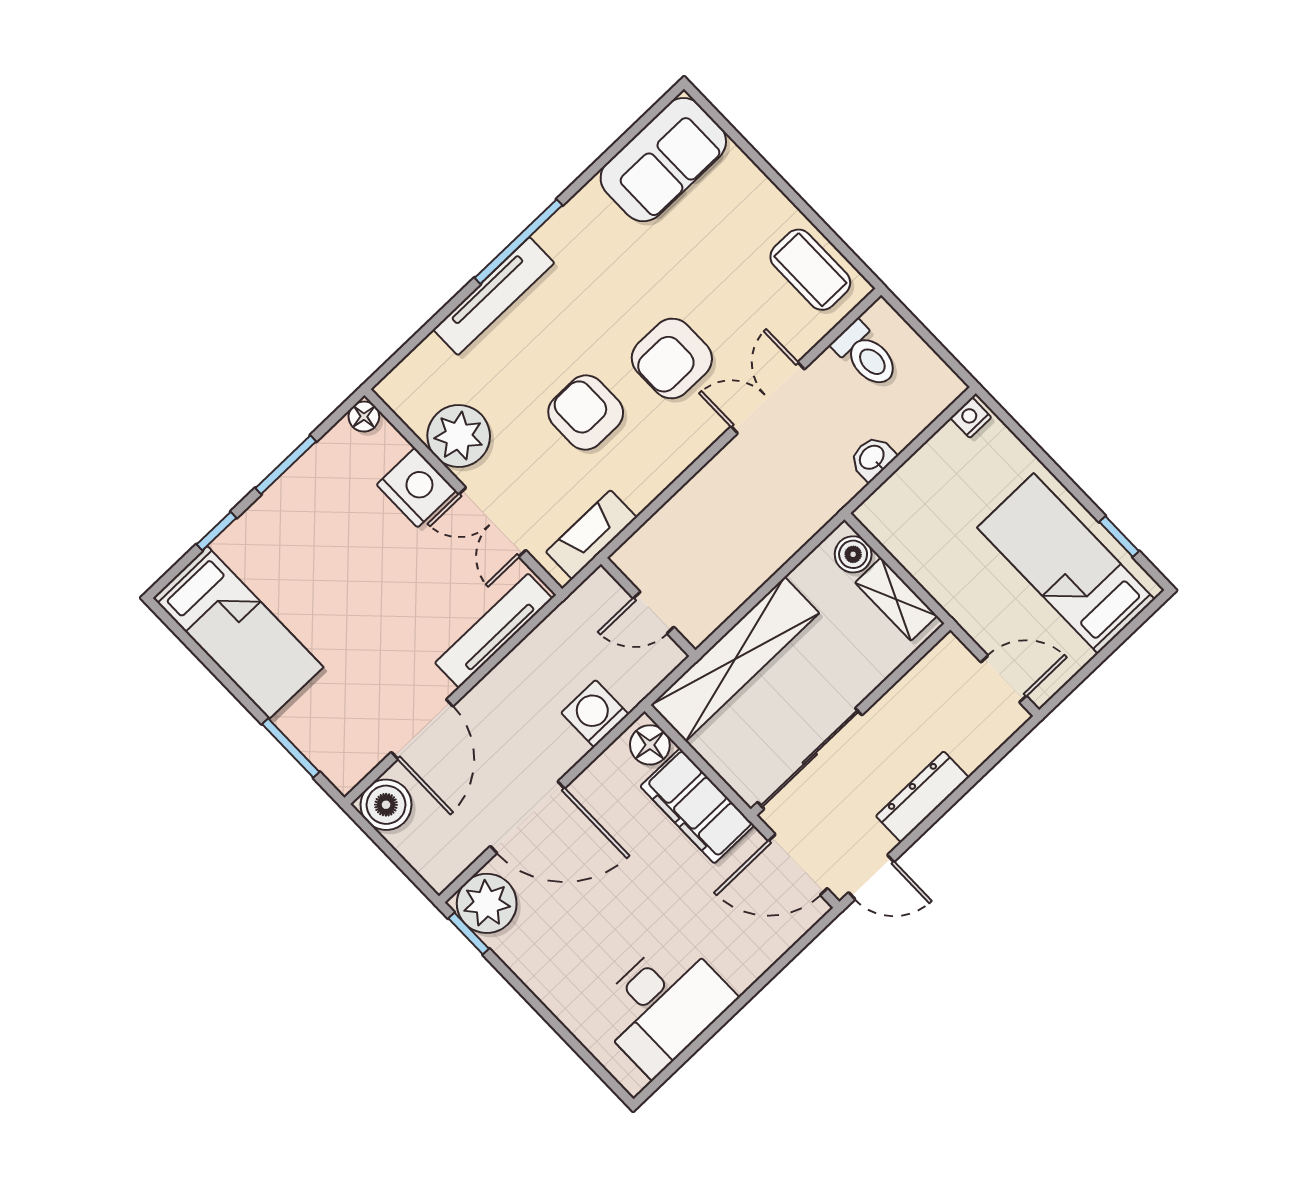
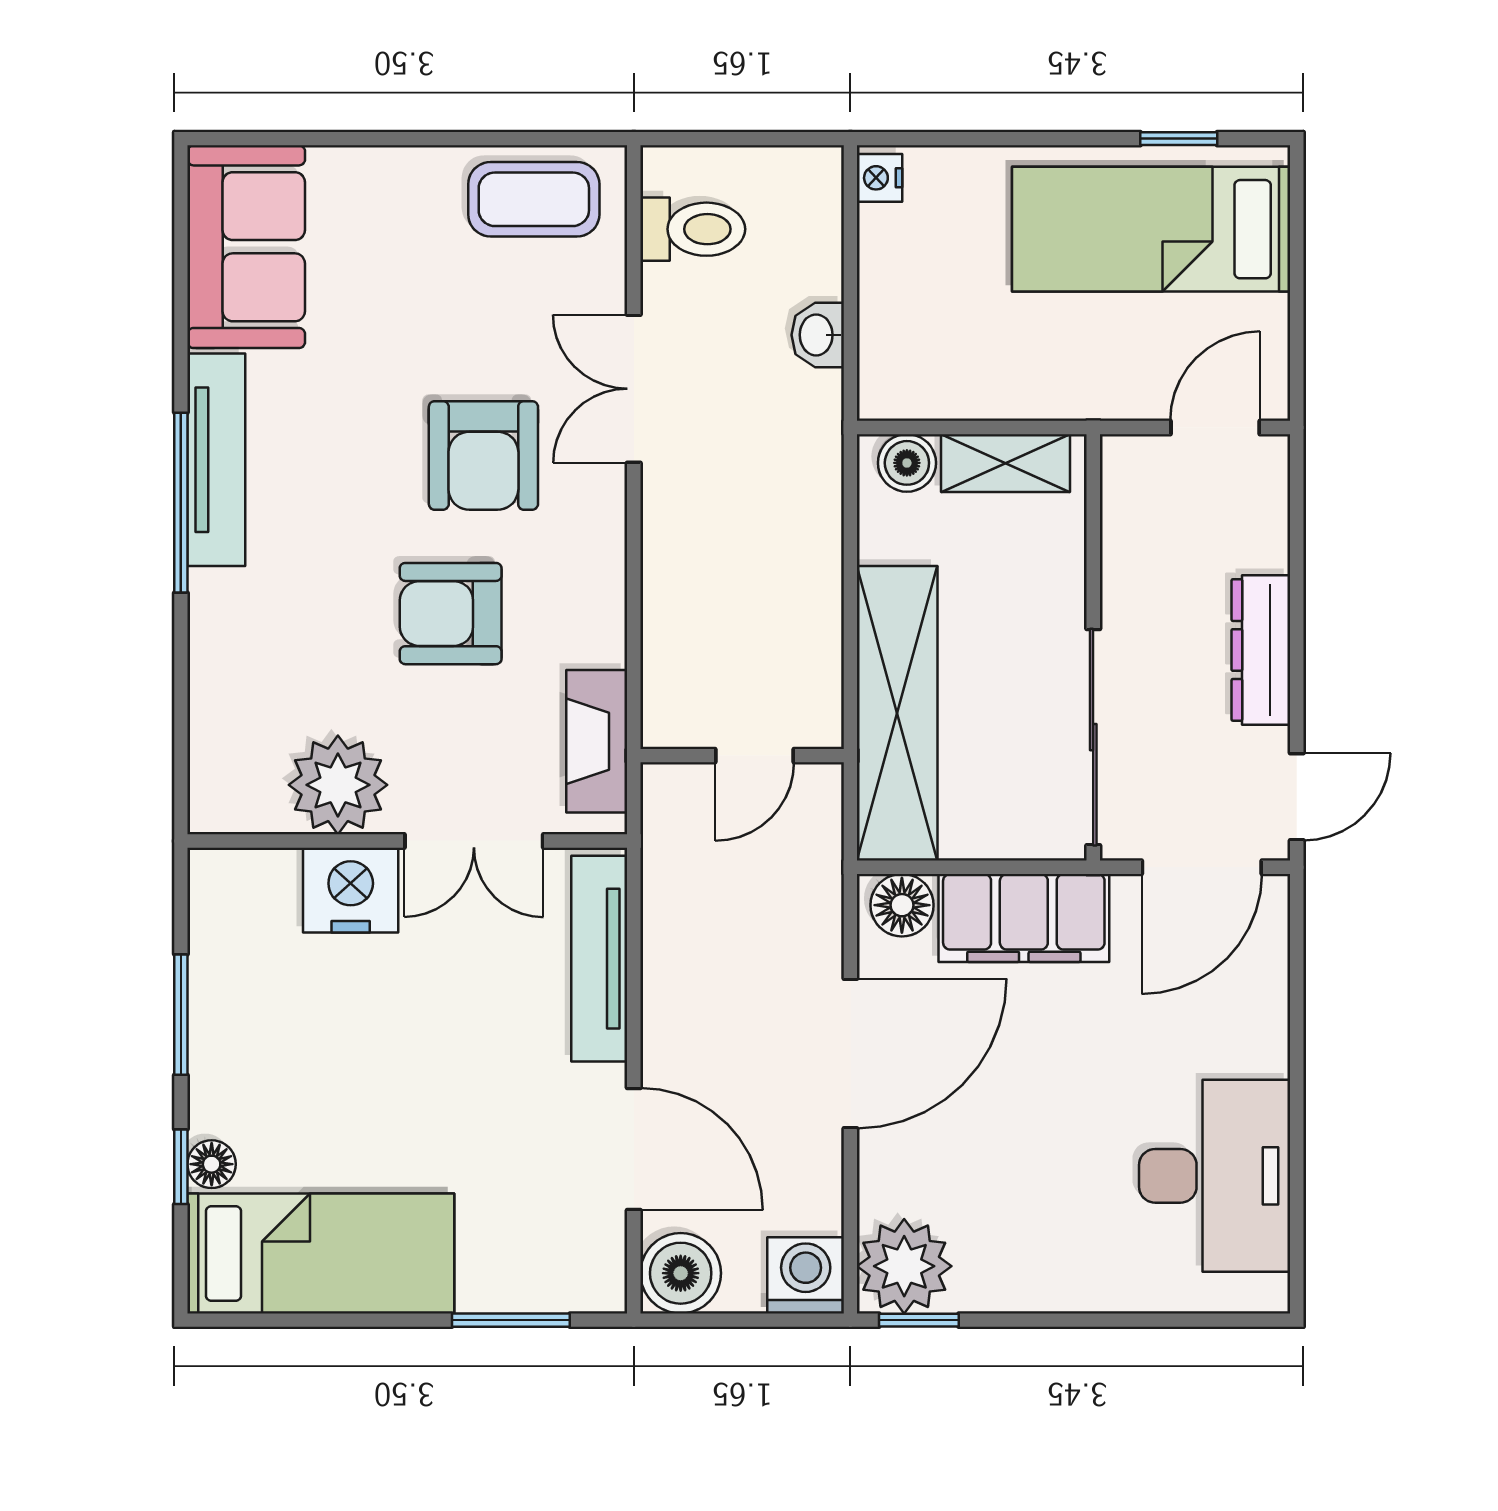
tv unit: (494, 296) -> (216, 460), moved
floor lamp: (364, 417) -> (212, 1164), moved
washing machine: (595, 714) -> (806, 1275), moved, turned 90
door: (527, 817) -> (850, 1053), moved

